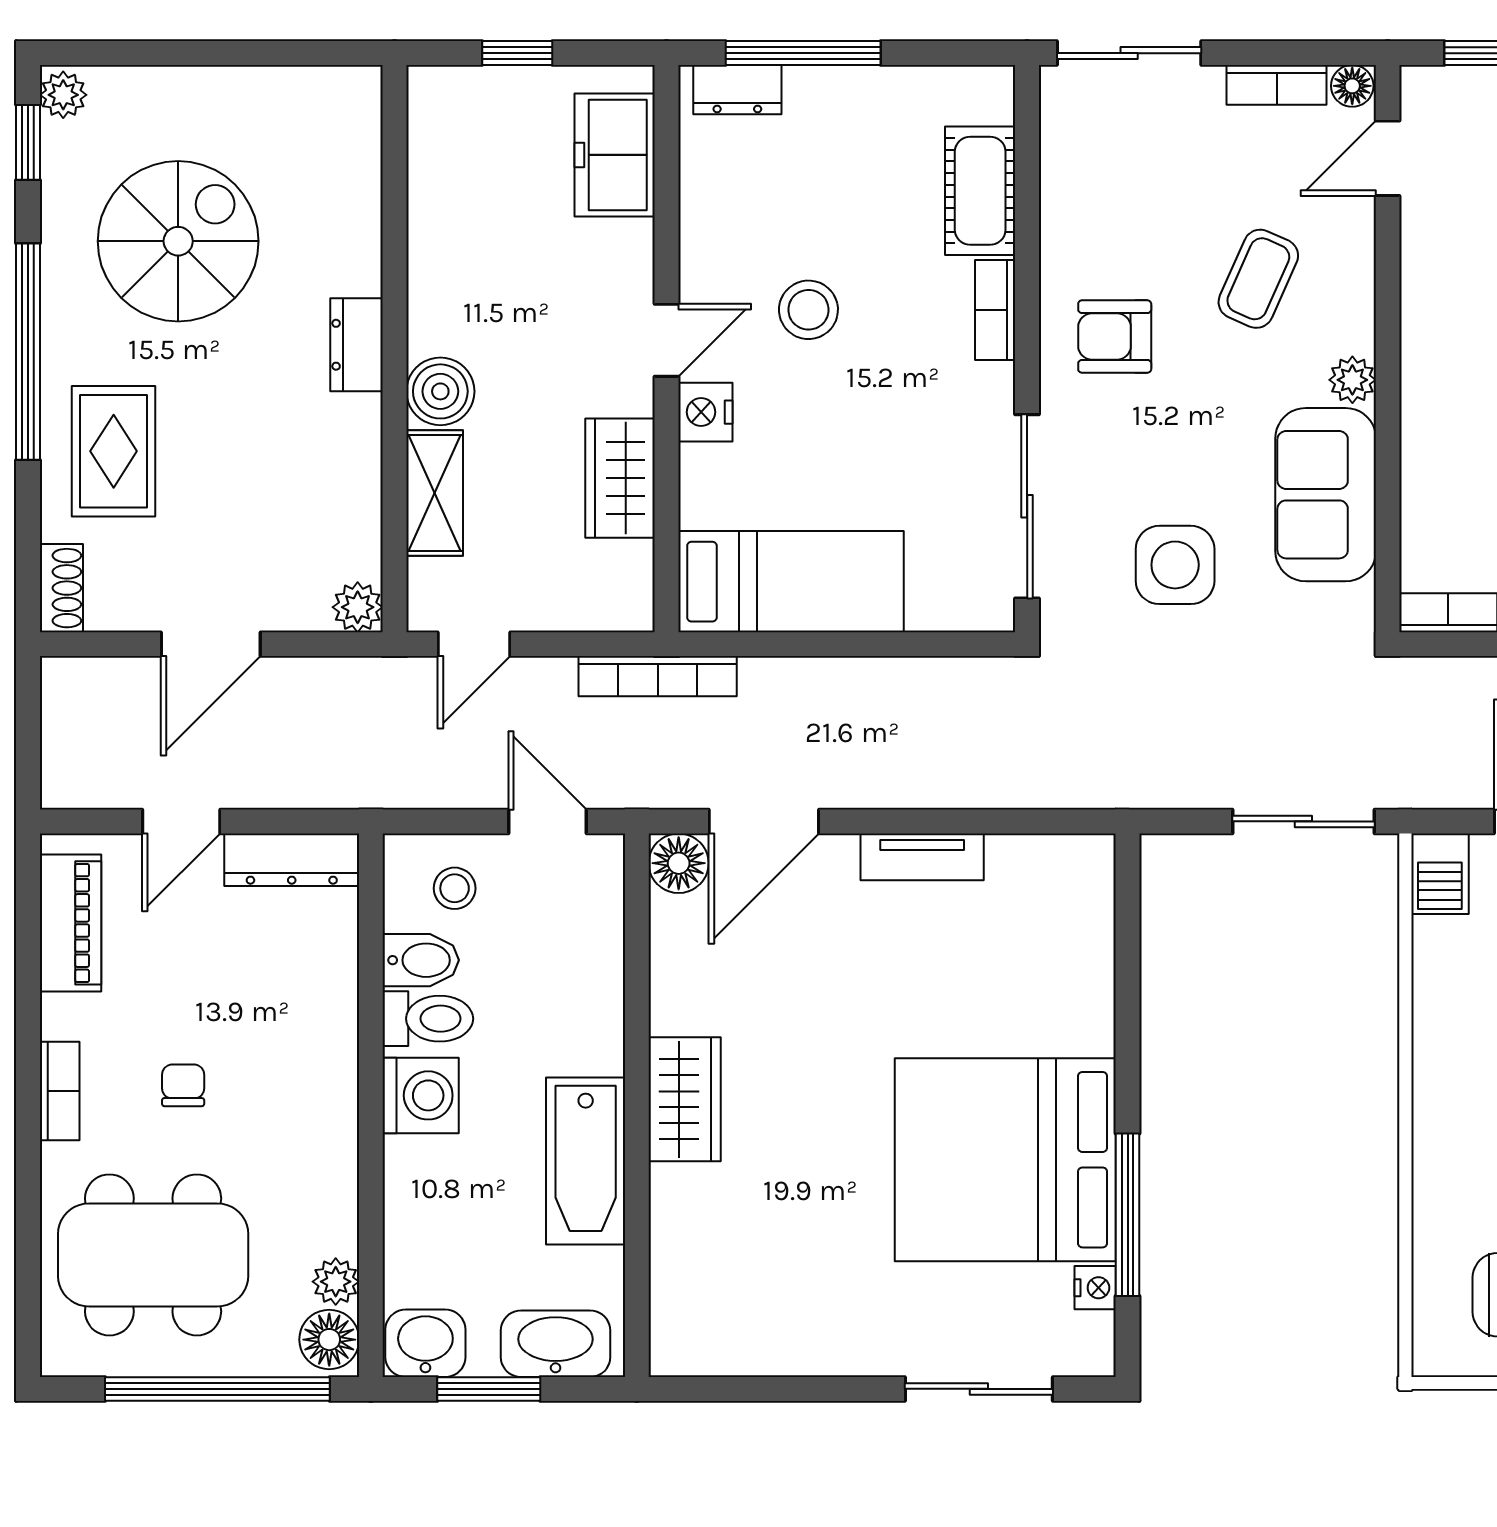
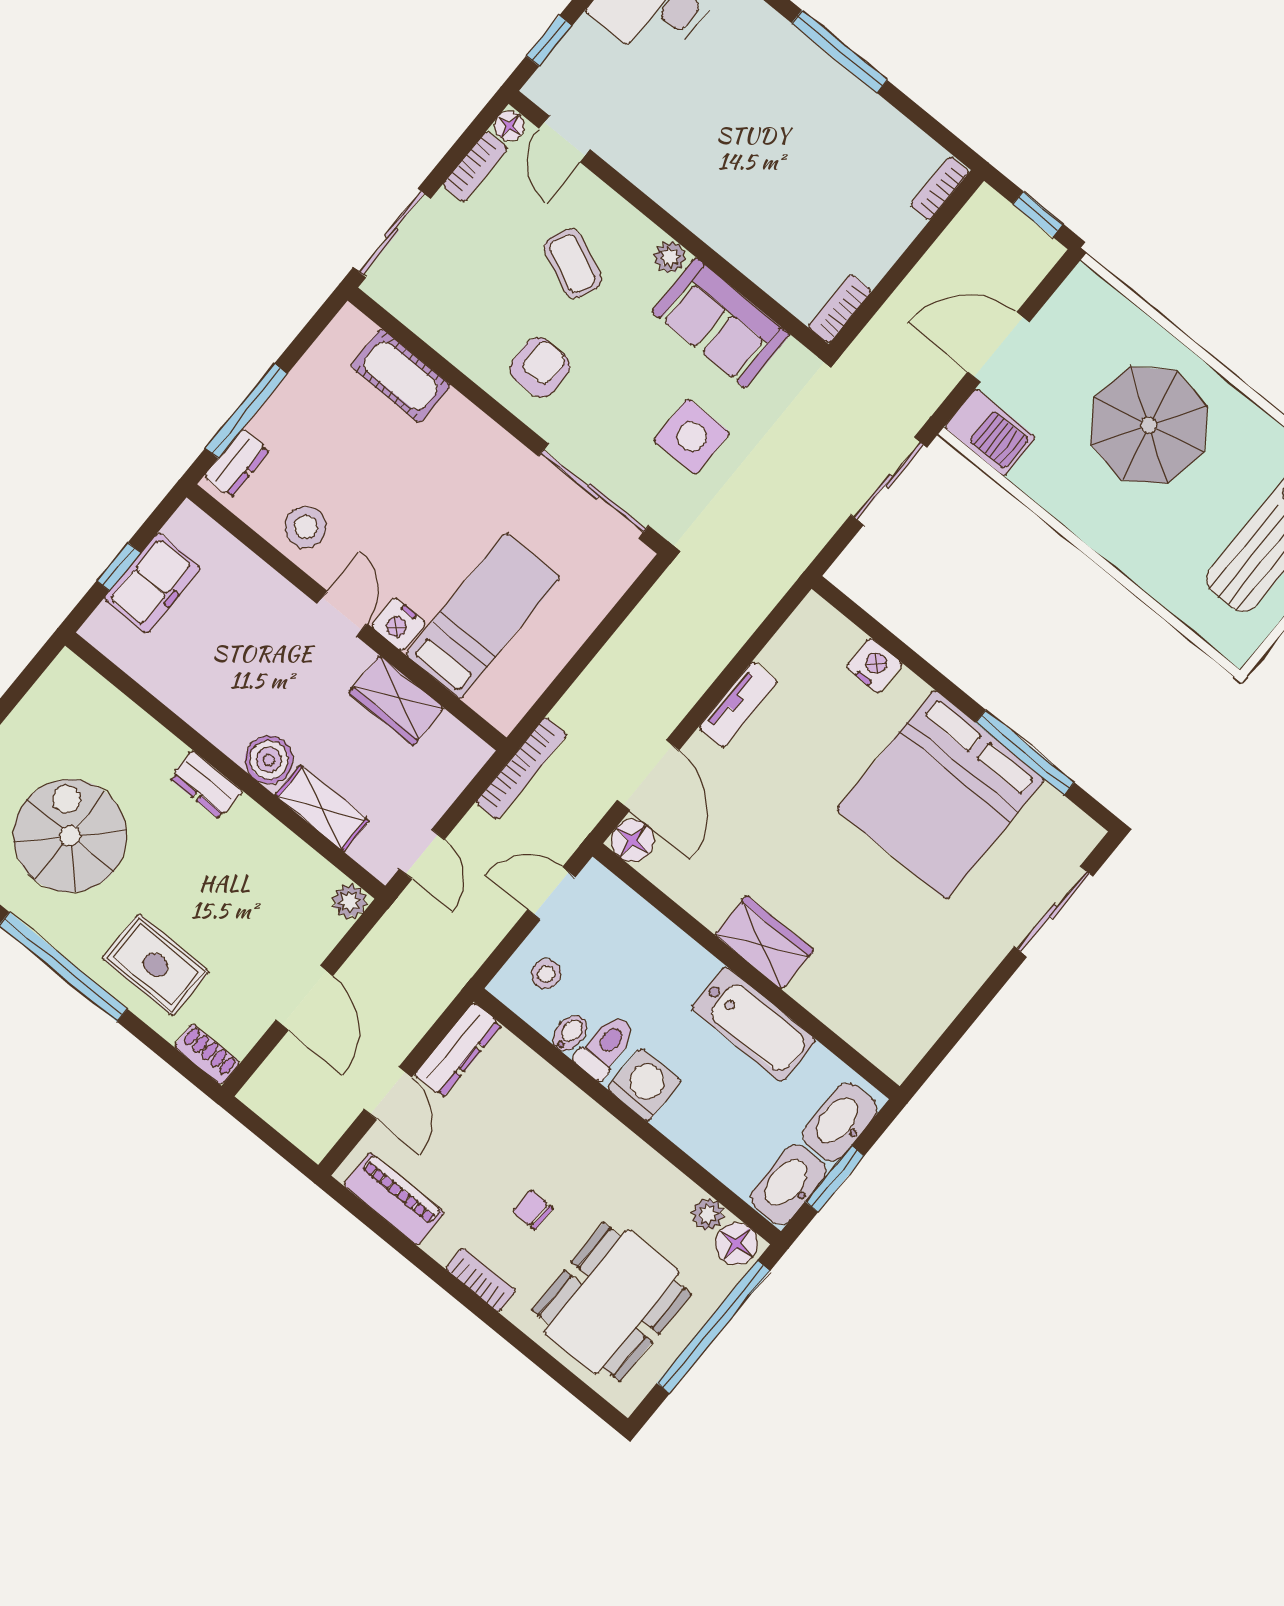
freezer: (615, 155) -> (152, 583), moved, turned -90
stool: (808, 310) -> (306, 527), moved
bookcase: (995, 310) -> (472, 421), removed
armchair: (1115, 337) -> (540, 367), turned 180
bed: (791, 582) -> (483, 616), moved
barbecue: (1440, 874) -> (990, 433), width x1.38, depth x1.27
bidet: (421, 960) -> (570, 1033), width x0.72, depth x0.74
nightstand: (1095, 1288) -> (874, 665), moved, width x1.39, depth x1.35
washbasin: (425, 1343) -> (788, 1185), width x1.38

